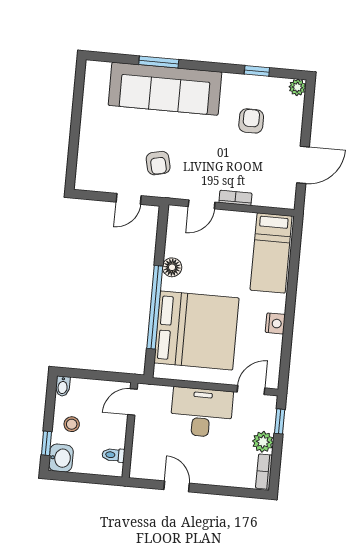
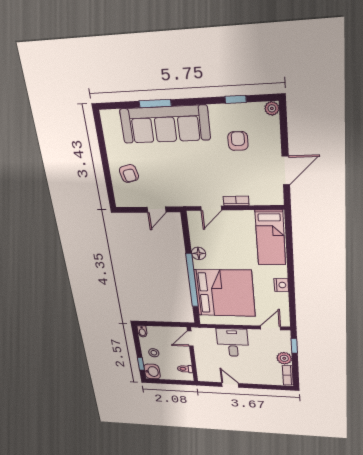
armchair: (158, 163) -> (129, 173), moved
desk: (202, 412) -> (233, 343), width x0.73

